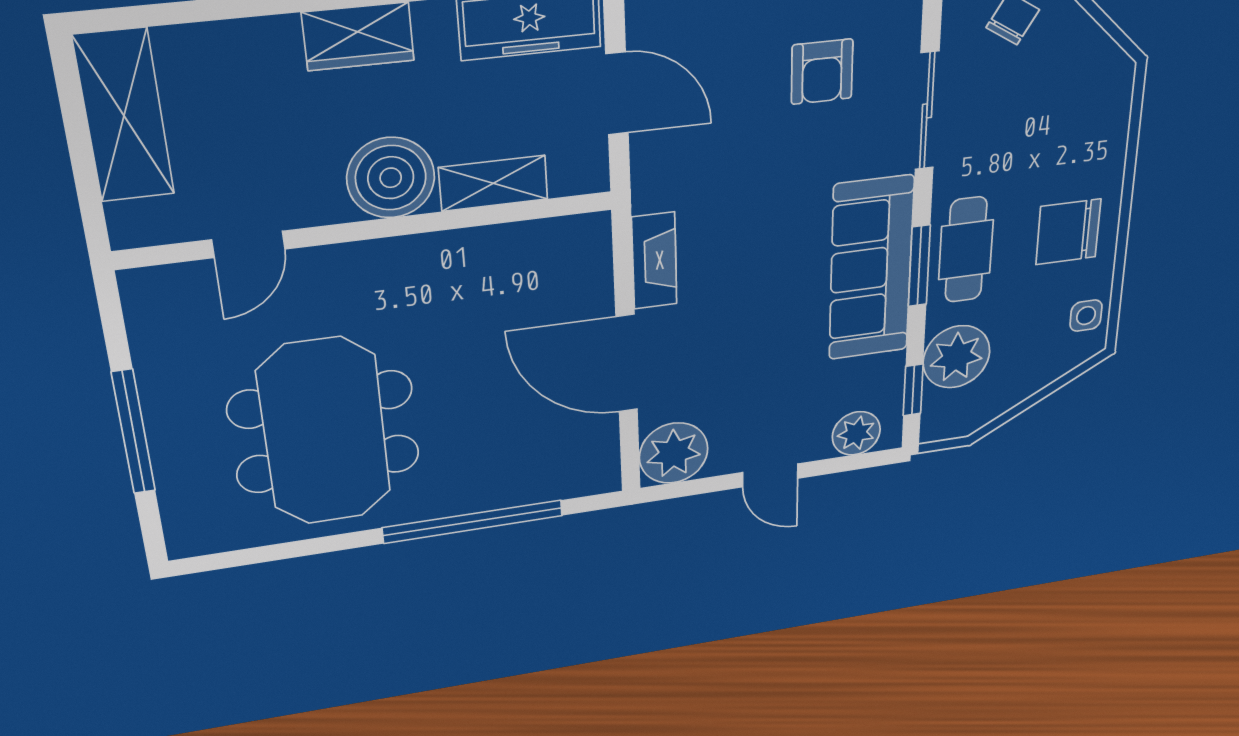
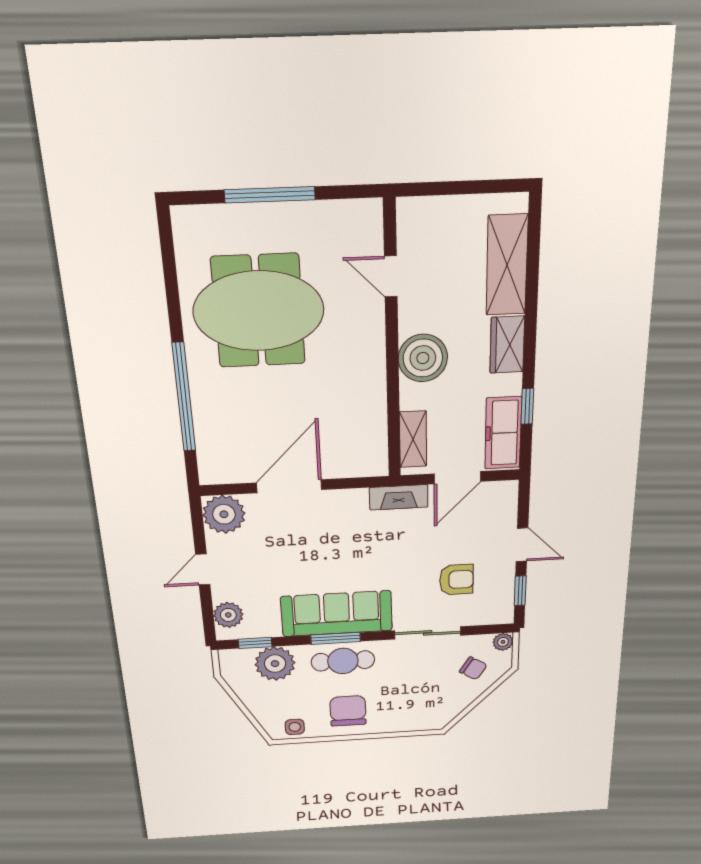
armchair: (822, 72) -> (456, 580), turned 180
shelving: (124, 116) -> (507, 265), moved, turned 90
shelving: (493, 183) -> (413, 439), moved
fireplace: (654, 261) -> (399, 497), moved

